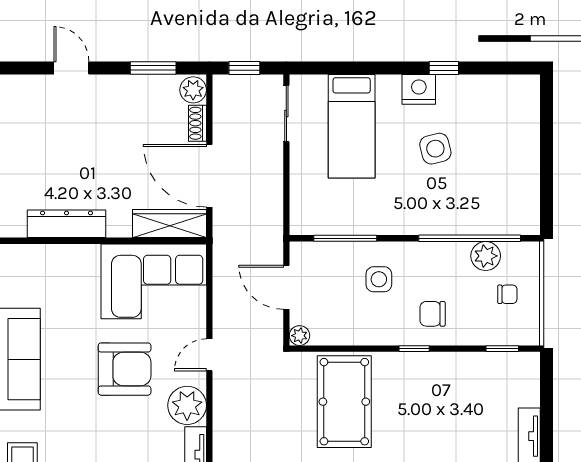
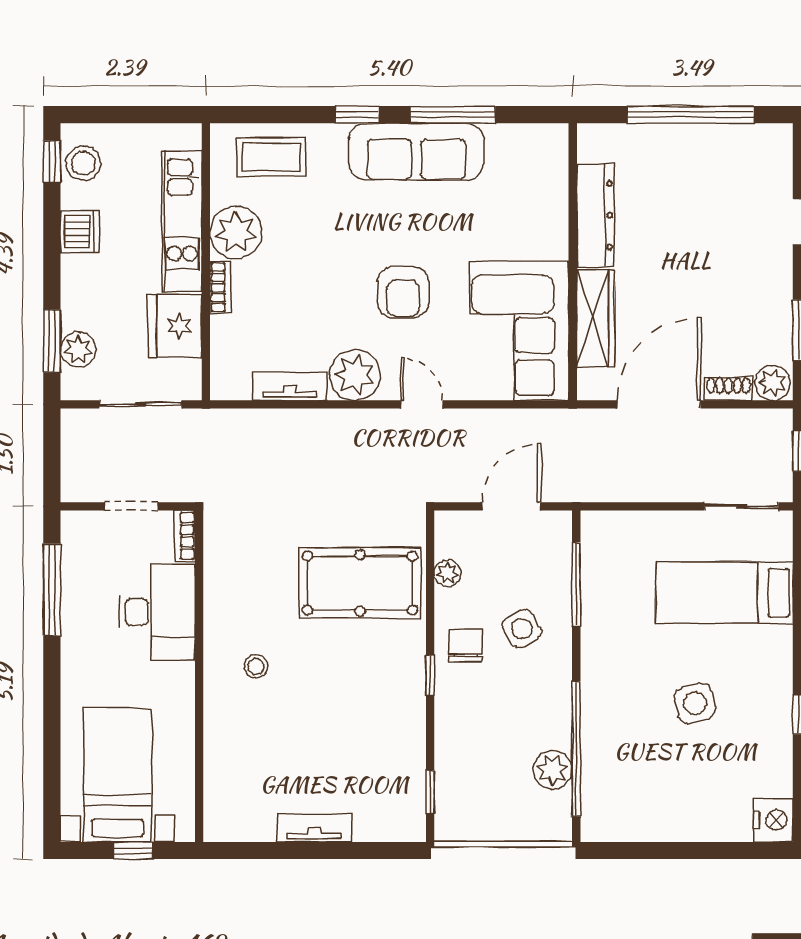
nightstand: (419, 89) -> (773, 820), moved
wardrobe: (170, 224) -> (596, 318), moved
side table: (379, 279) -> (522, 629), turned -30
chair: (507, 294) -> (502, 799), removed
chair: (433, 314) -> (465, 646), moved
plant: (299, 336) -> (447, 573), moved
armchair: (125, 369) -> (403, 292), width x0.73, depth x0.73

